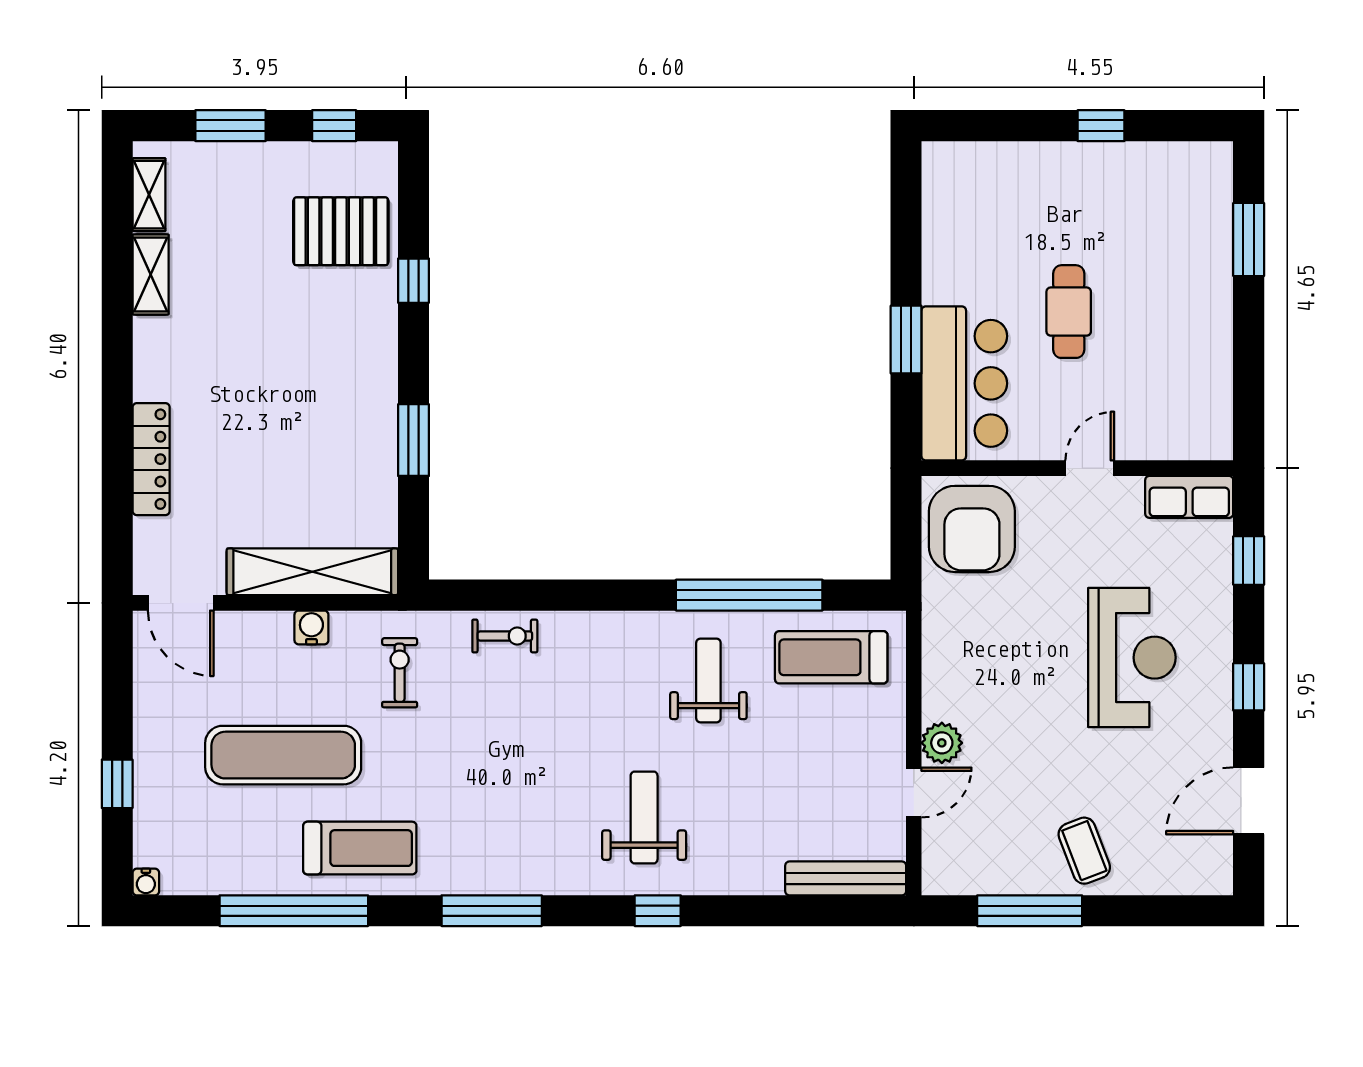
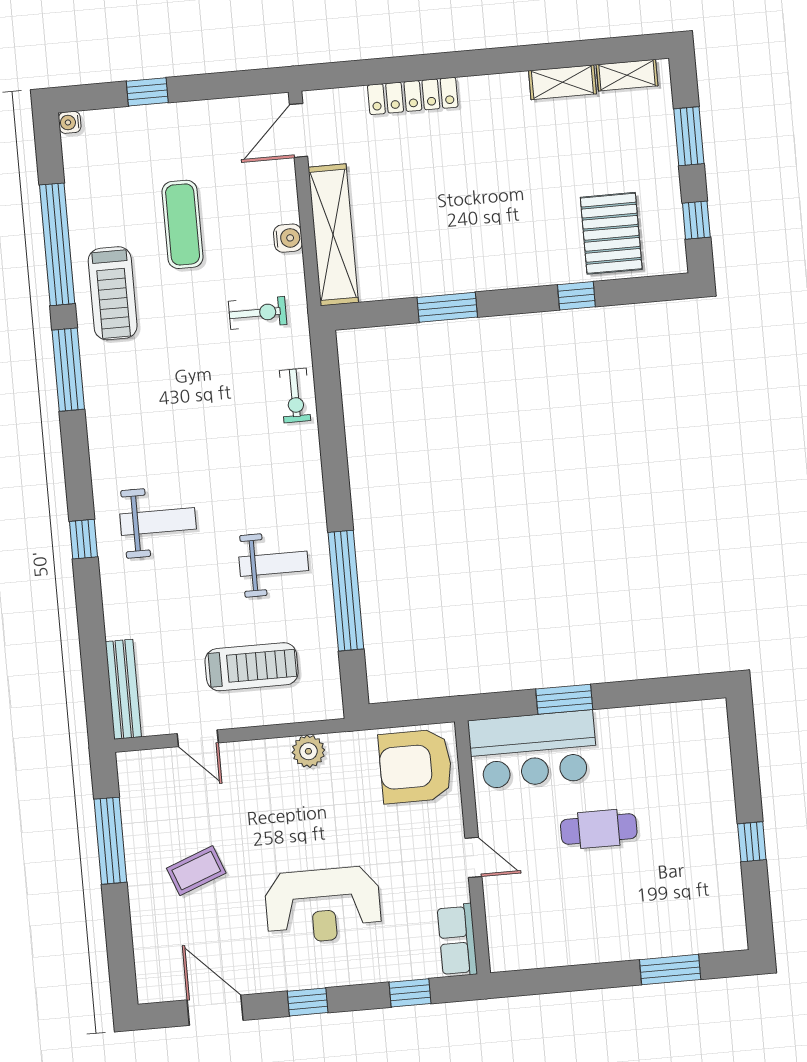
treadmill: (831, 657) -> (252, 667), moved, turned 90
plant: (942, 743) -> (308, 751), moved
exercise mat: (283, 755) -> (183, 224), width x0.73, depth x0.69
coffee table: (1084, 851) -> (196, 871), moved
window: (492, 911) -> (68, 370), moved

